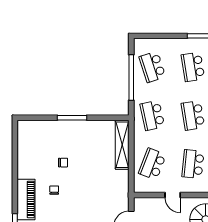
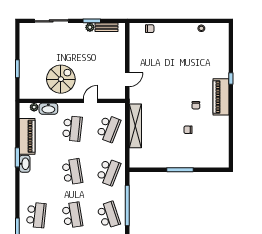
school desk: (152, 115) -> (108, 172), turned 33
shelving: (122, 145) -> (135, 126), moved
door: (173, 195) -> (90, 101), hinge flipped

